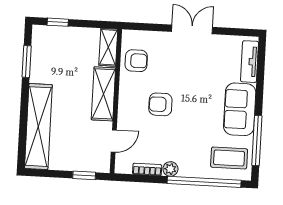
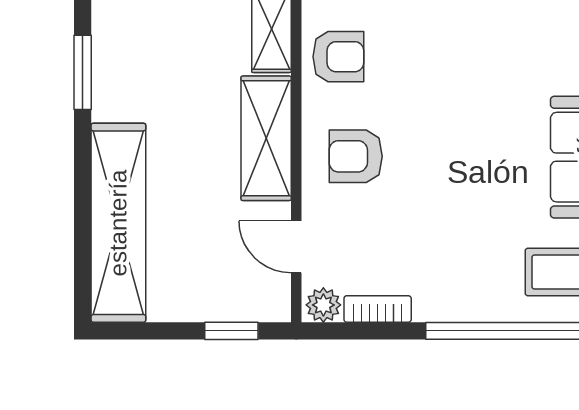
armchair: (160, 104) -> (356, 156), moved
door: (114, 141) -> (296, 247), swing flipped
plant: (170, 169) -> (323, 305), moved

